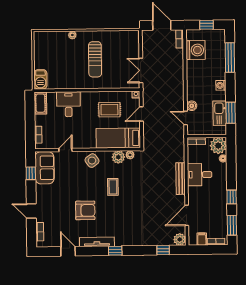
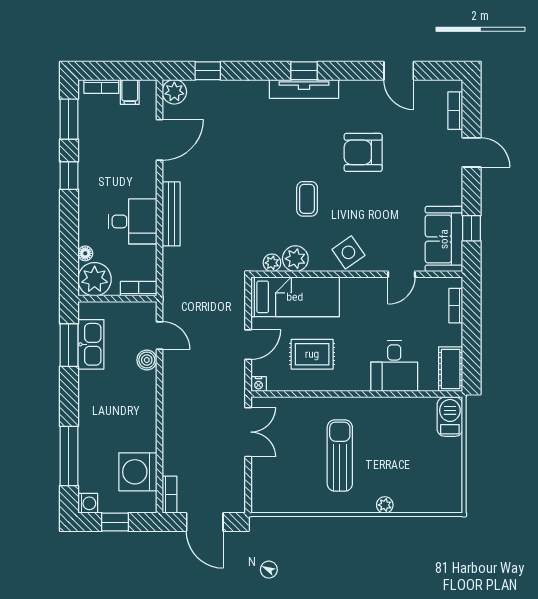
washing machine: (221, 85) -> (88, 503), moved
tv unit: (97, 242) -> (304, 89), moved

